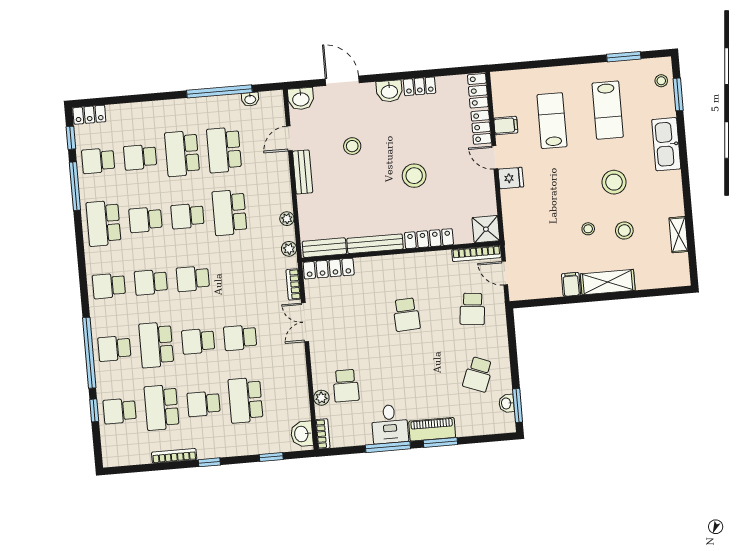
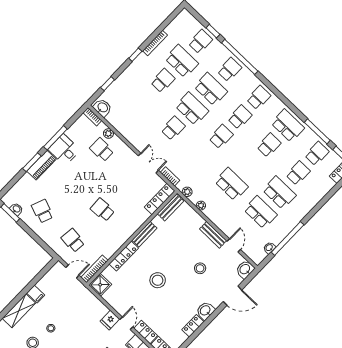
door: (495, 157) -> (126, 323), hinge flipped
school desk: (187, 216) -> (250, 165), removed
bench: (375, 244) -> (144, 234), width x0.73
school desk: (198, 341) -> (192, 109), width x1.85
school desk: (246, 400) -> (144, 100), removed

